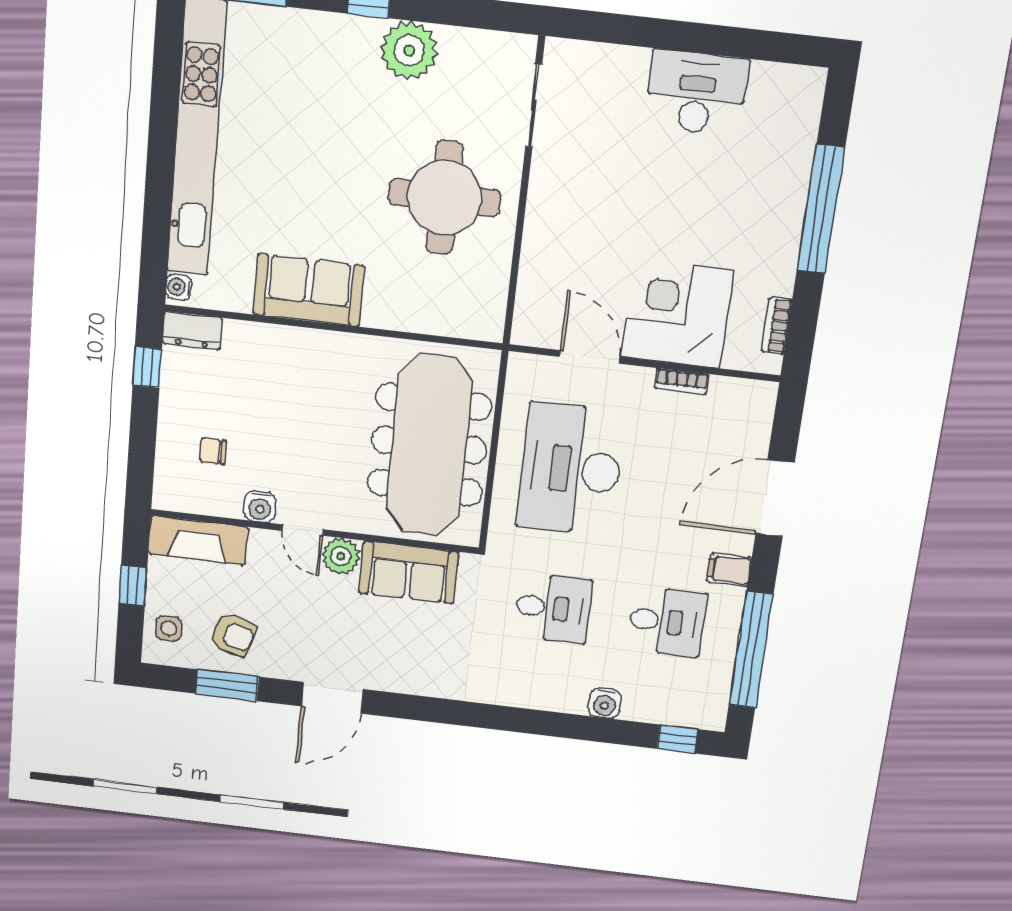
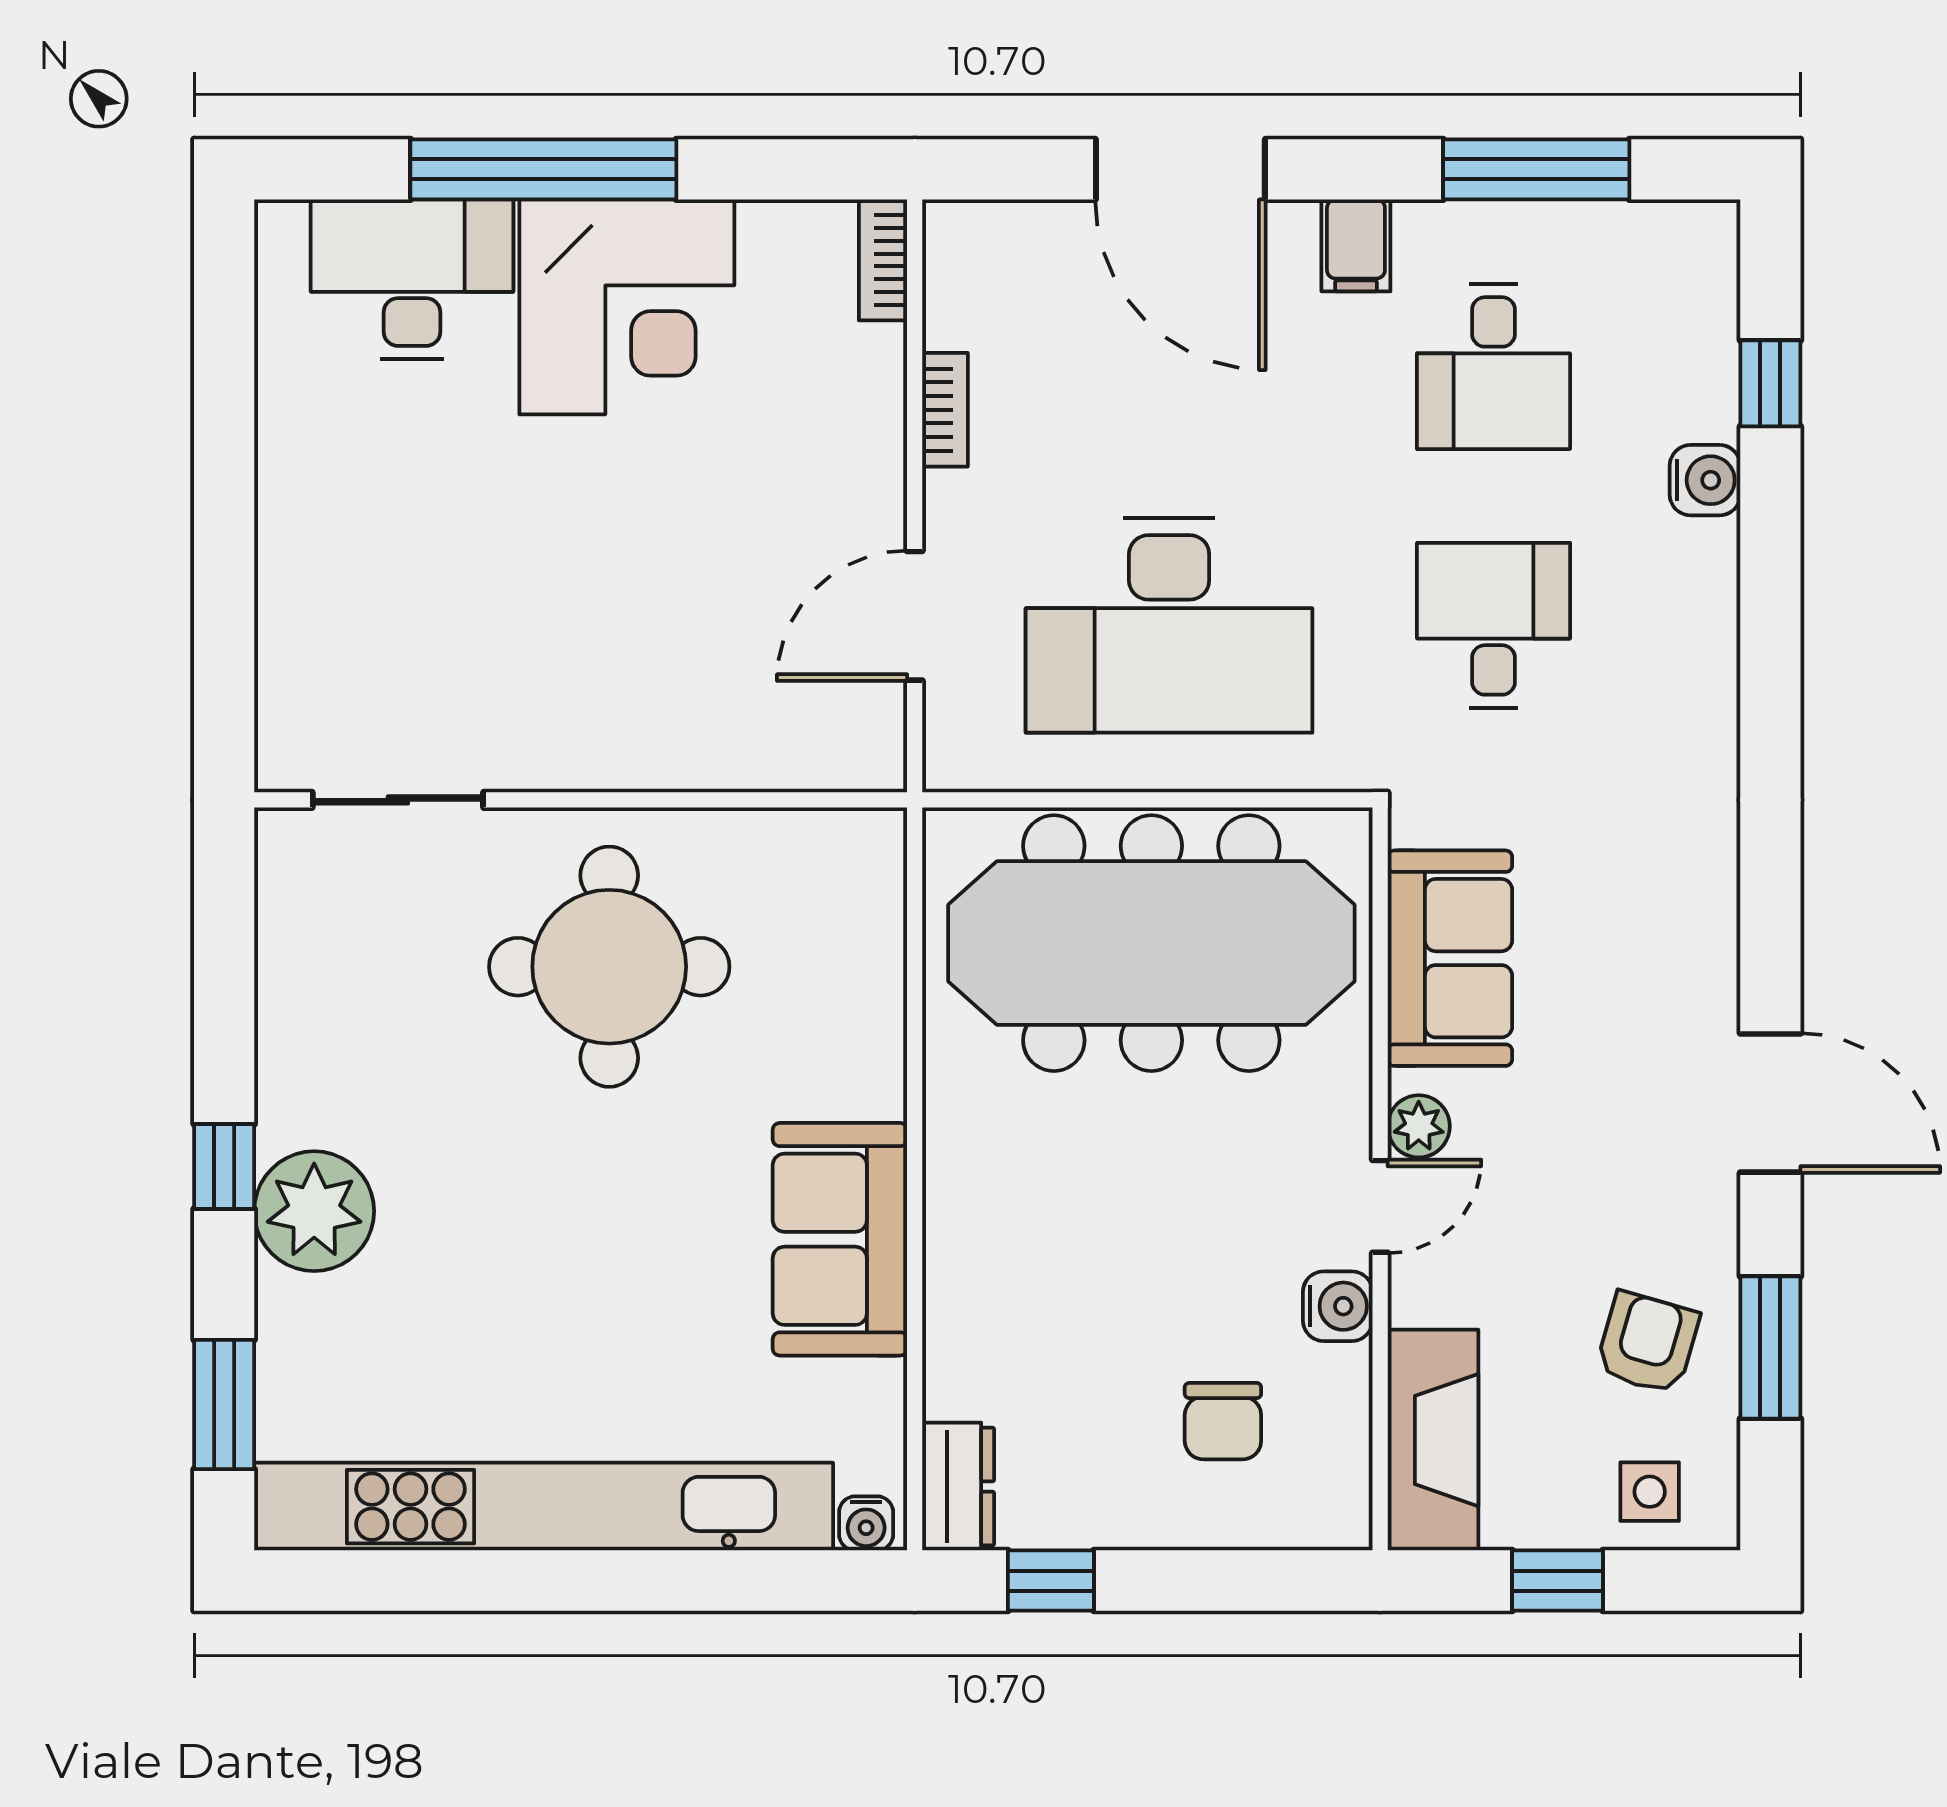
plant: (409, 50) -> (314, 1211), moved
desk: (697, 93) -> (412, 279), moved, turned 90
corner desk: (677, 314) -> (627, 307), moved, turned -90
bookcase: (777, 326) -> (883, 260), moved, turned 90
chair: (213, 451) -> (1223, 1421), width x1.37, depth x1.37
plant: (341, 556) -> (1419, 1126), width x0.73, depth x0.73
desk: (667, 622) -> (1493, 367), turned 180
window: (751, 650) -> (1536, 169), width x0.68
window: (677, 739) -> (1770, 383), moved

